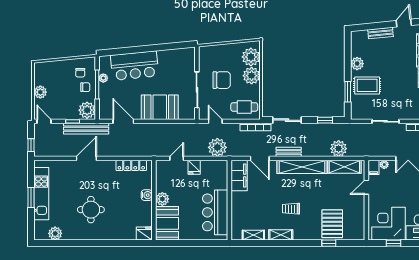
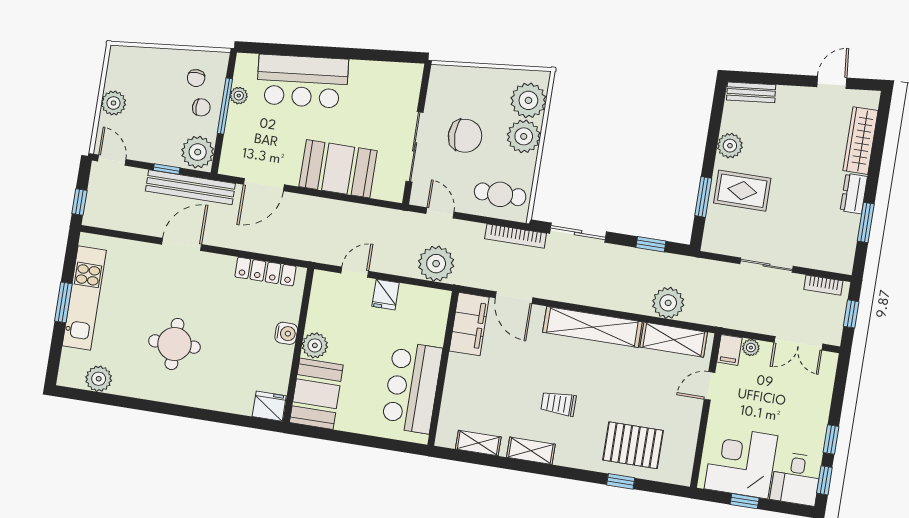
bench: (380, 33) -> (751, 92), moved
door: (123, 121) -> (264, 185), swing flipped
bench: (289, 152) -> (572, 294), removed
pallet: (332, 224) -> (633, 445), turned 90

